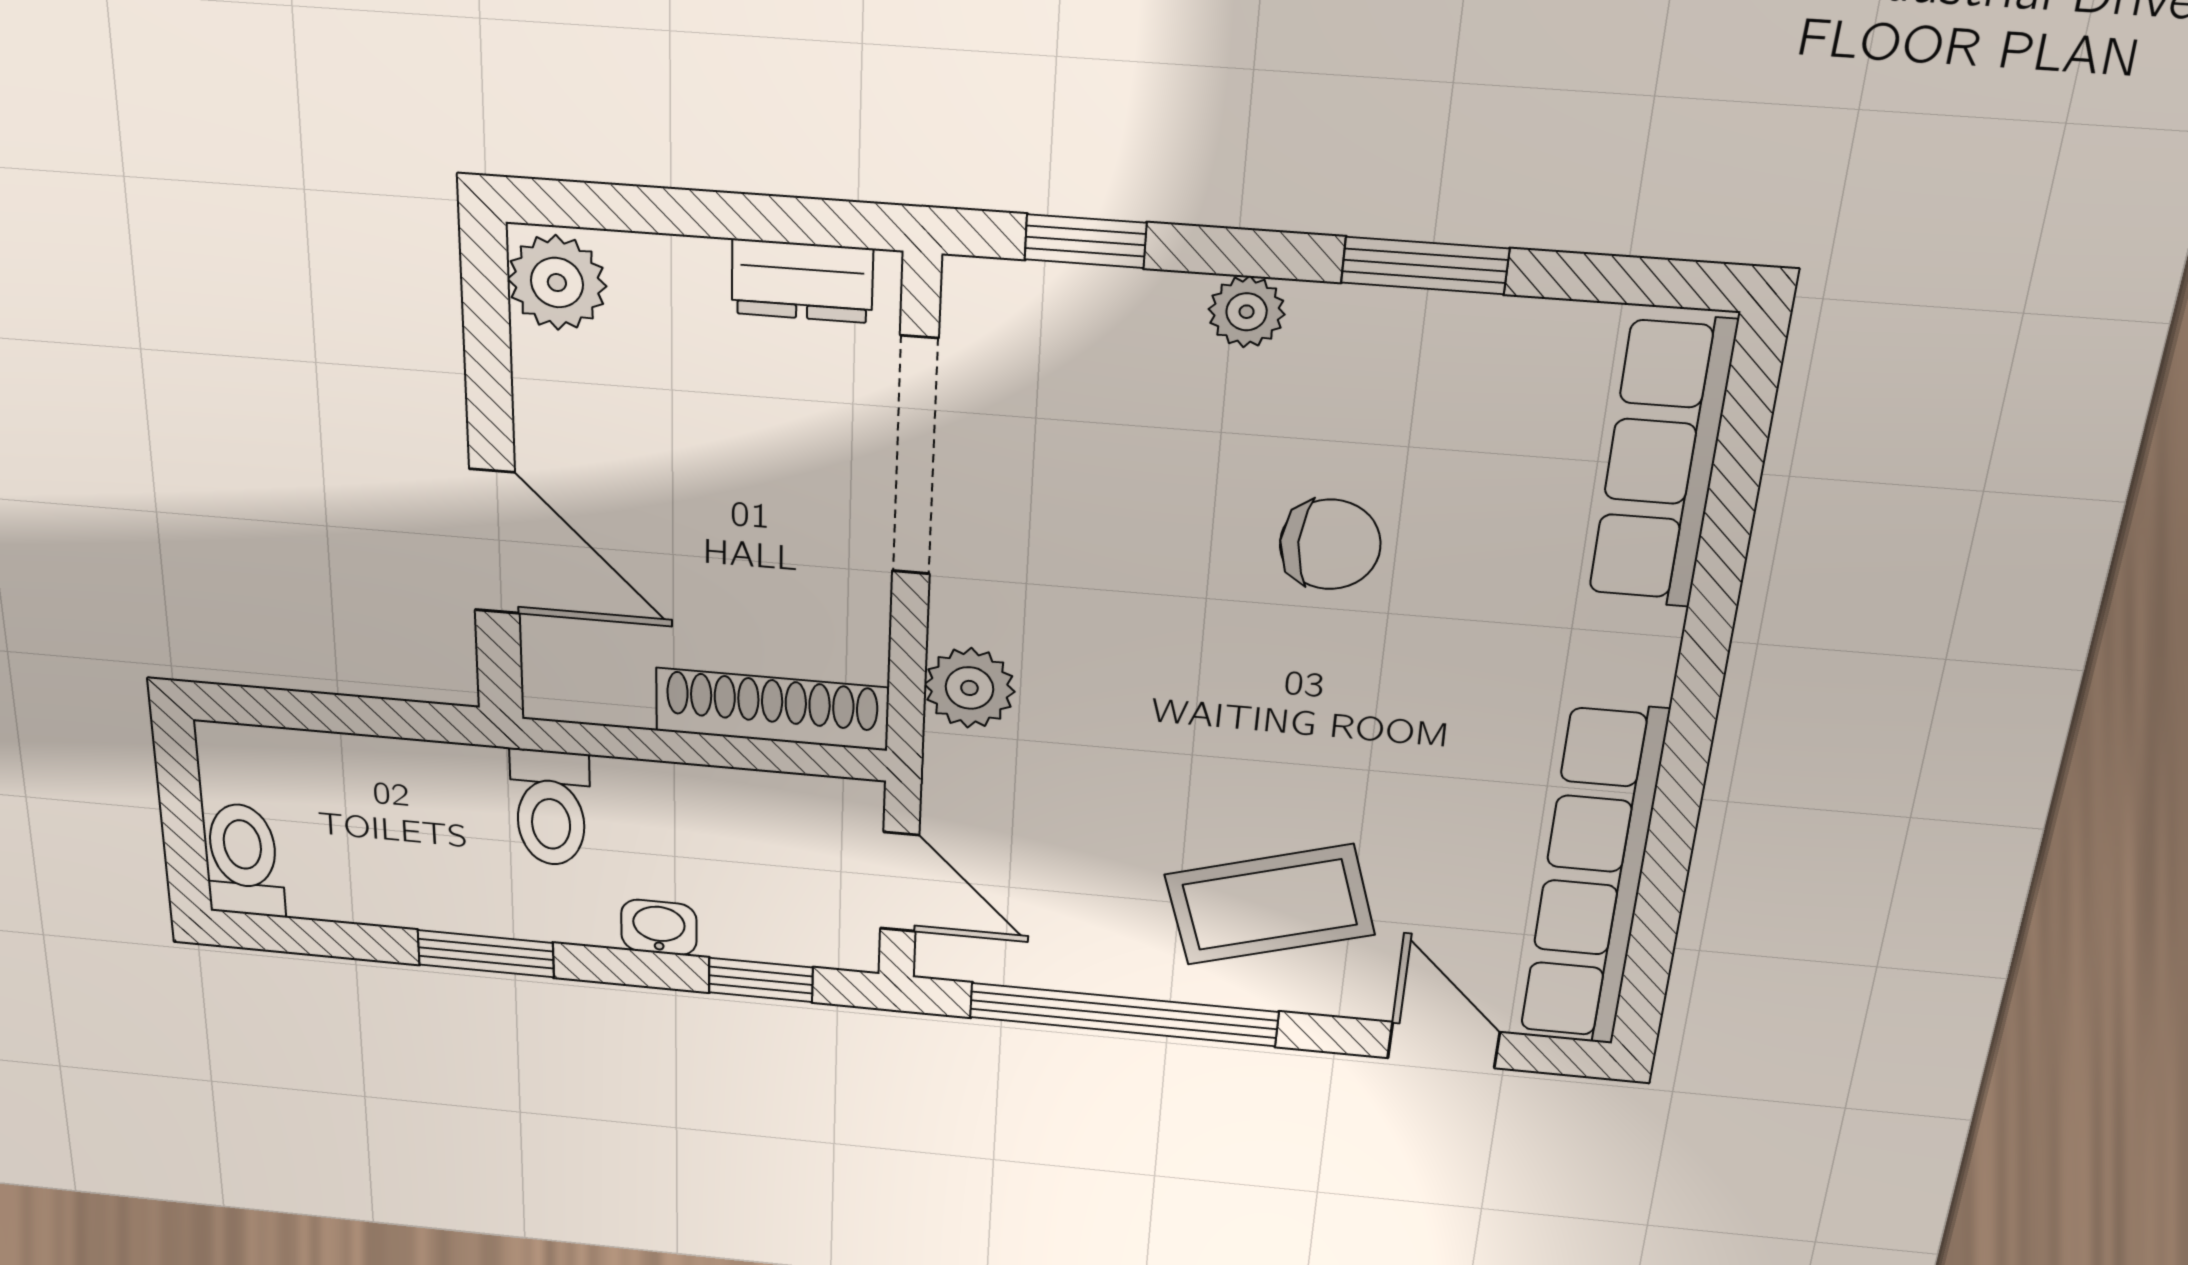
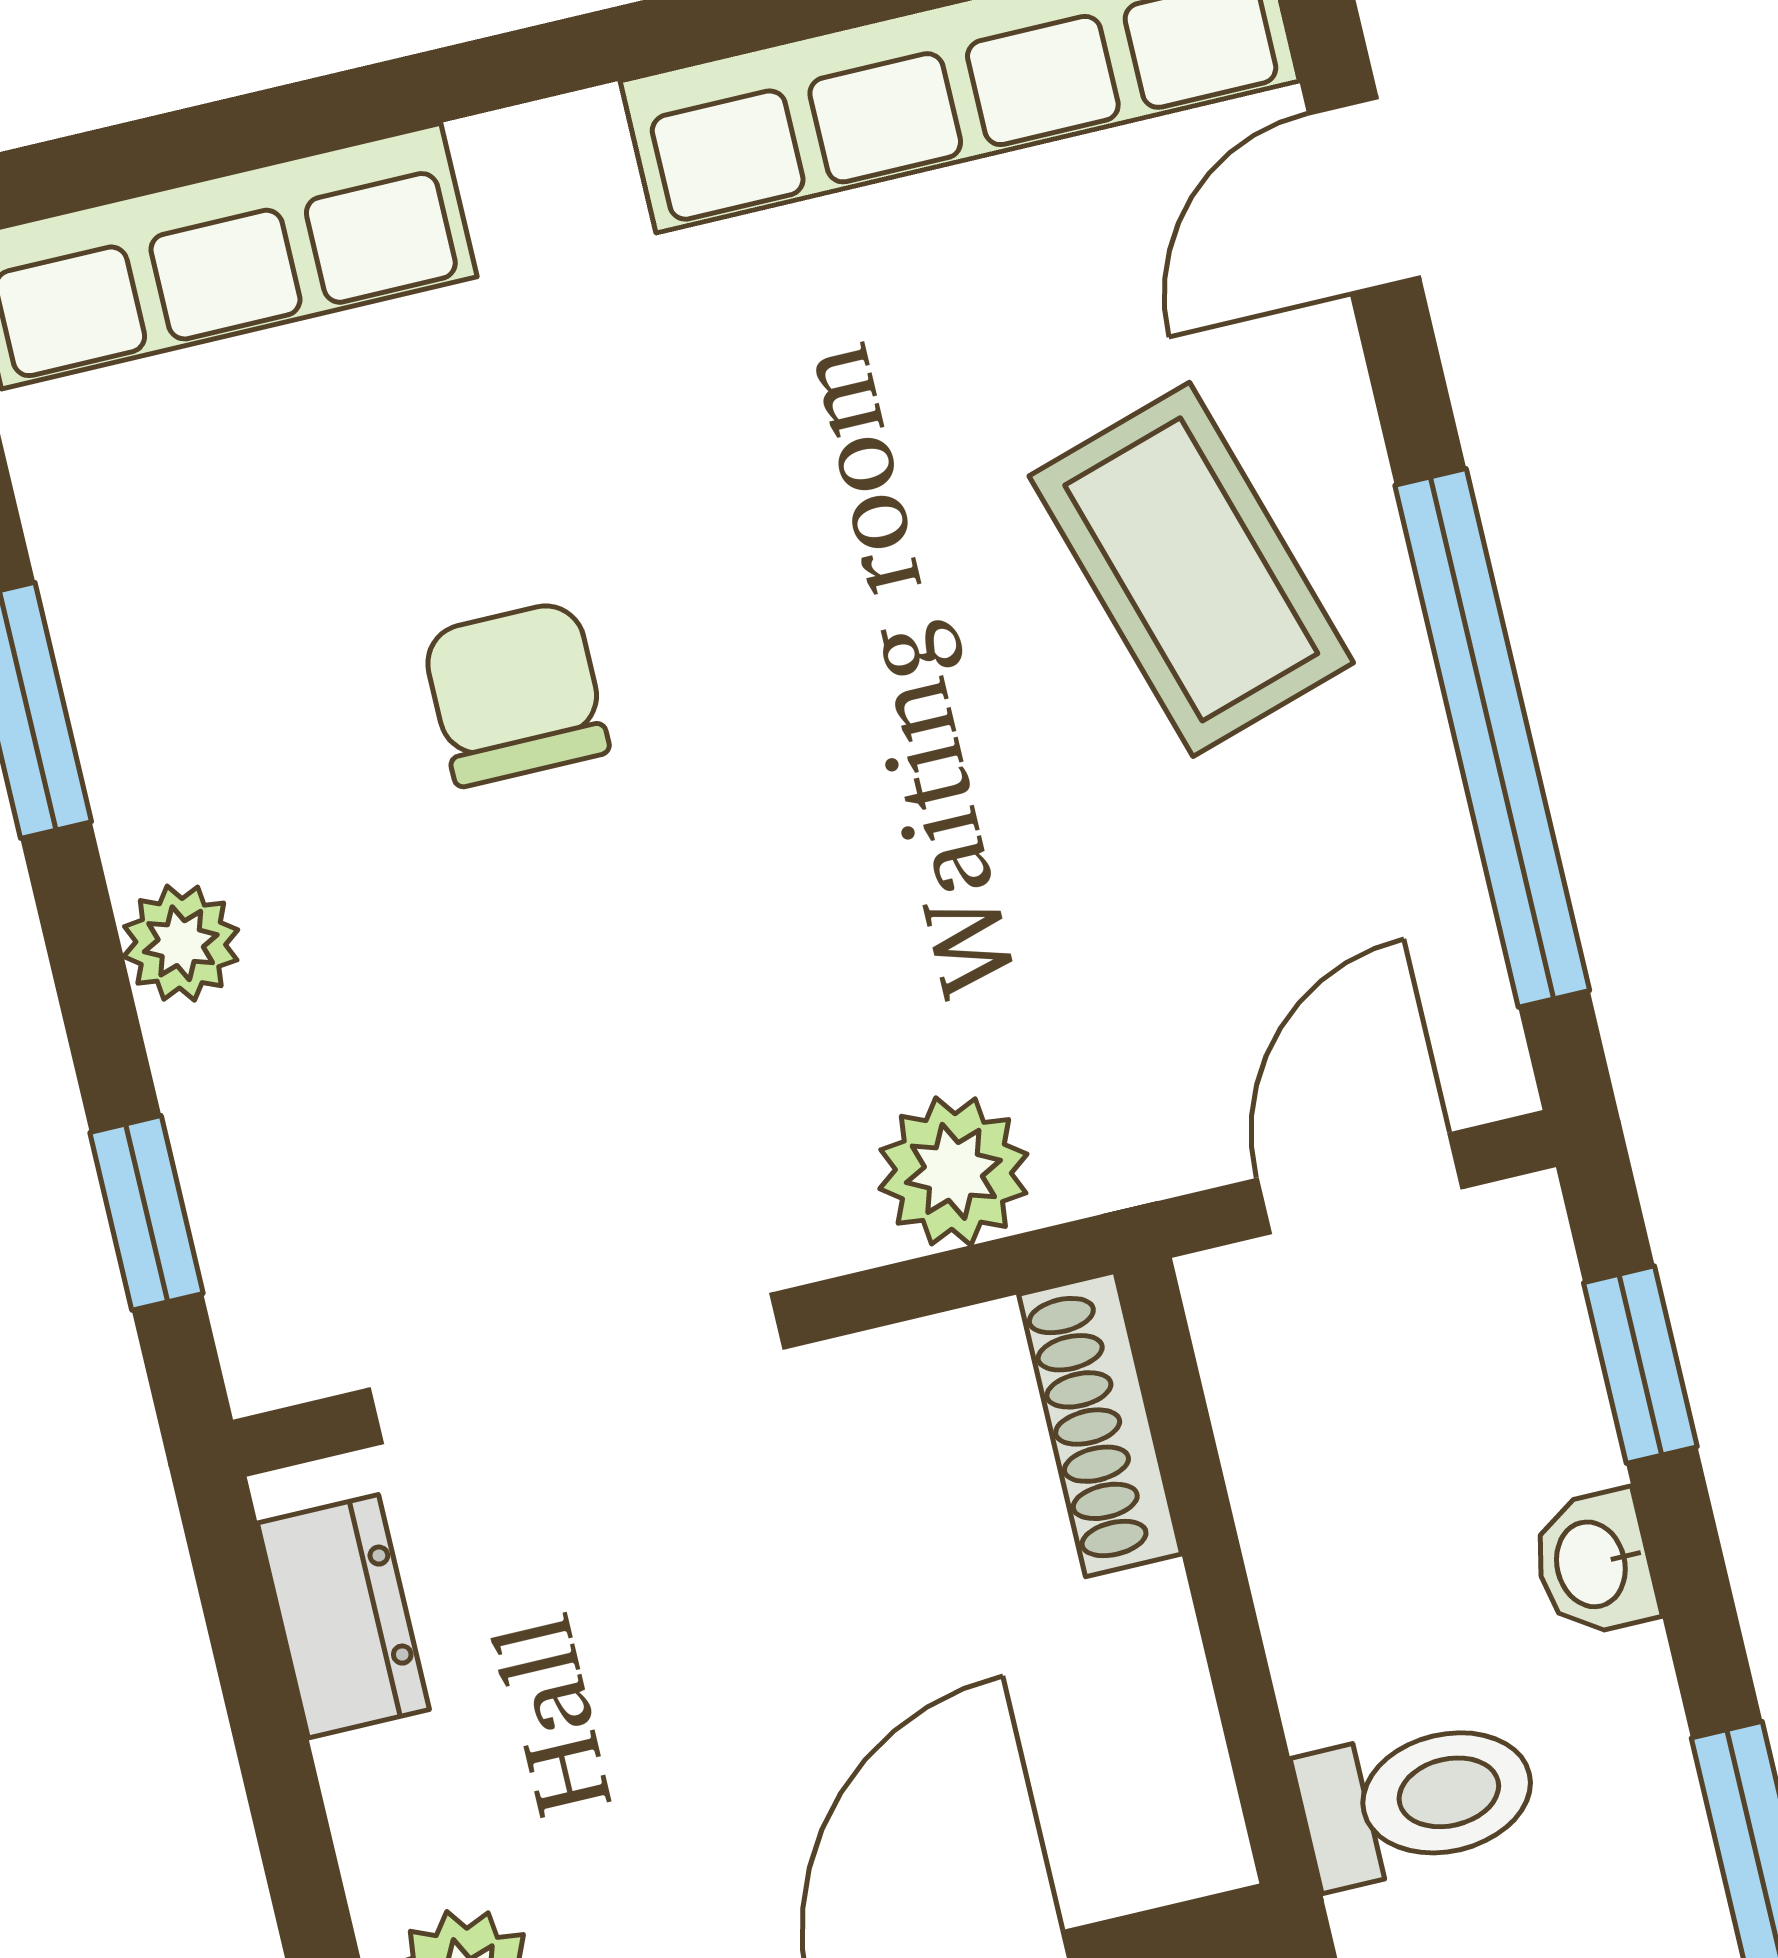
shoe rack: (772, 709) -> (1100, 1424), width x0.74, depth x0.81

